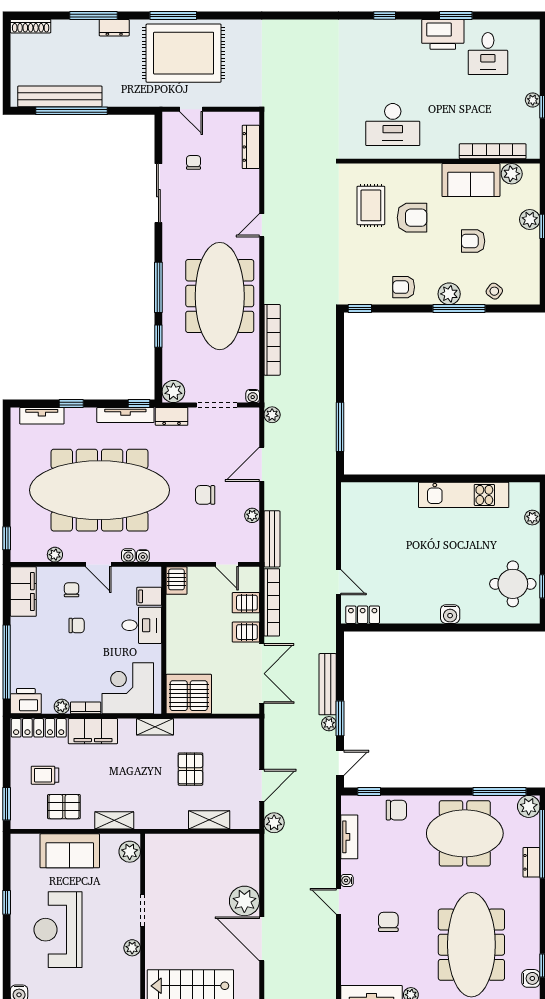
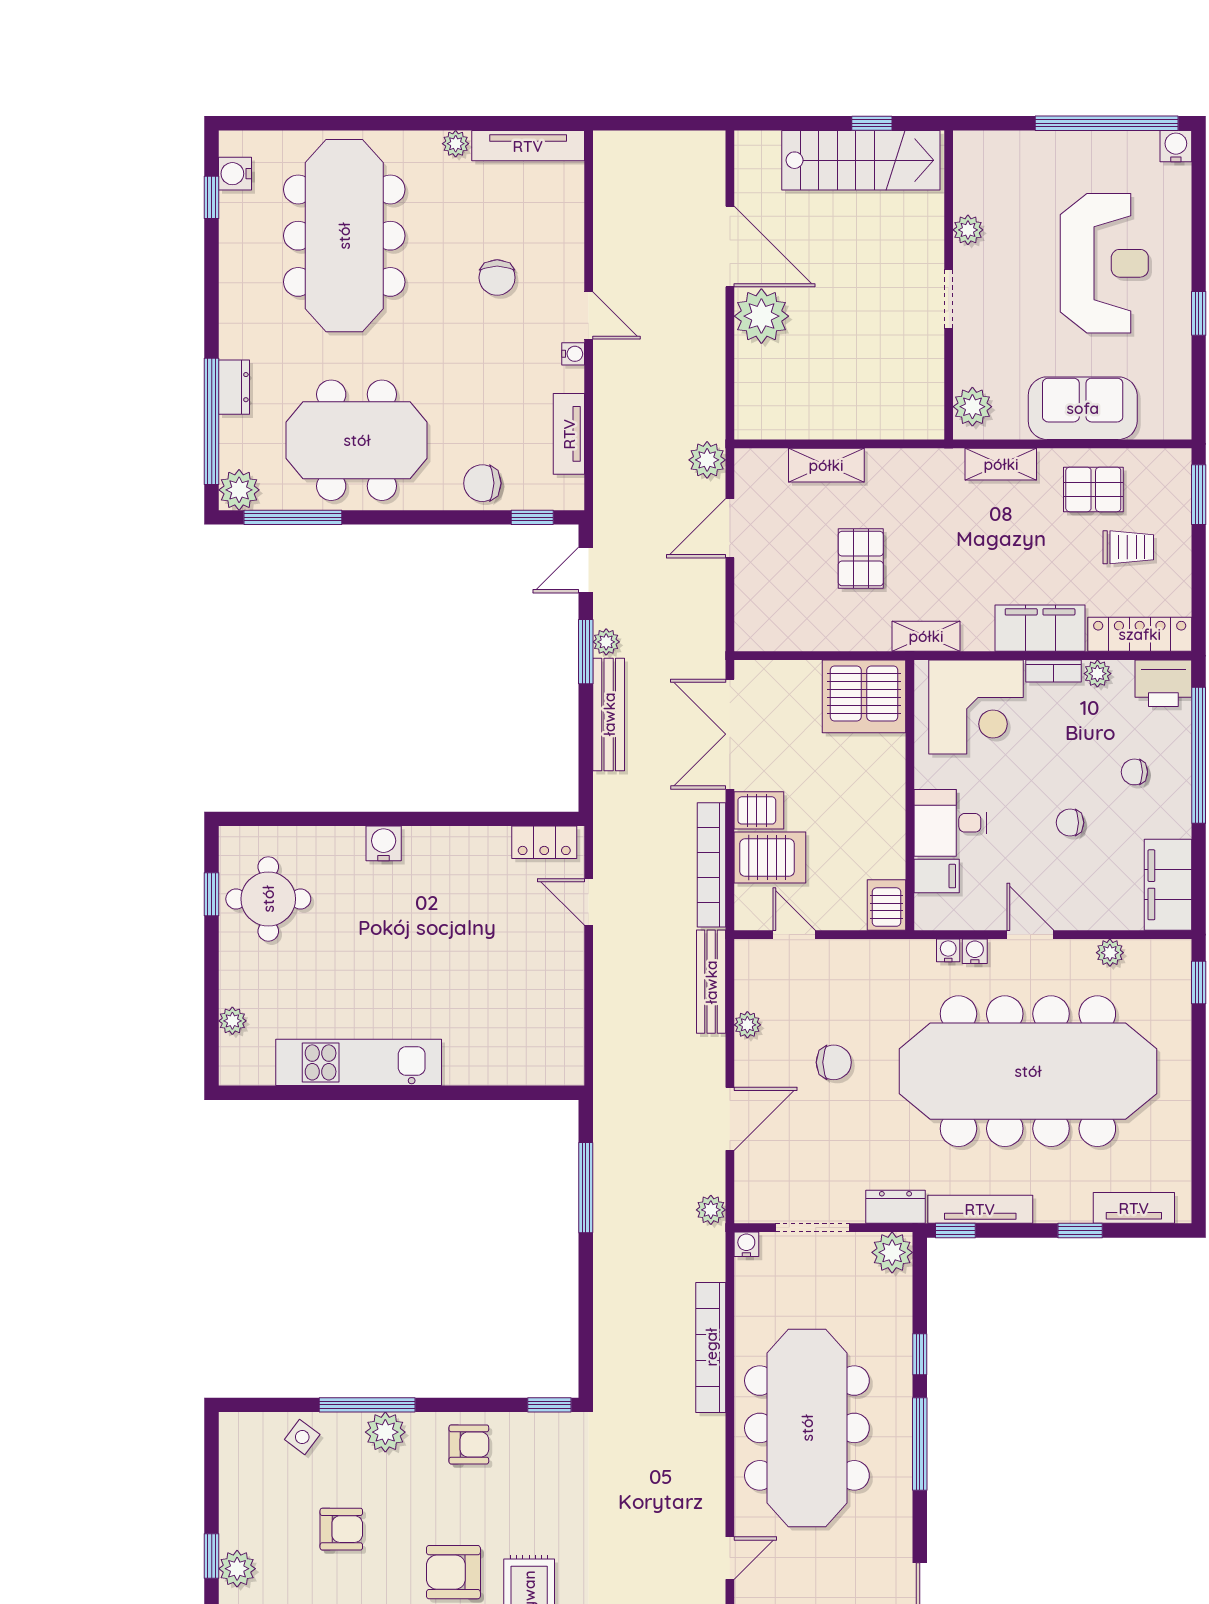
chair: (72, 590) -> (1134, 772), moved, turned 90
server rack: (246, 603) -> (770, 858), width x1.36, depth x1.44

